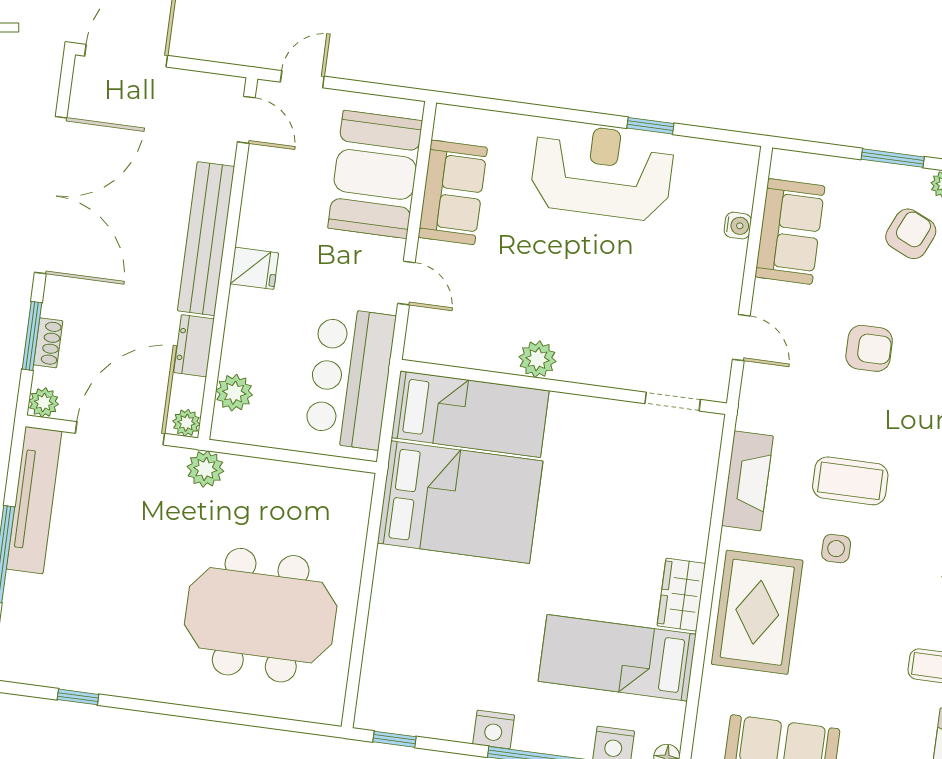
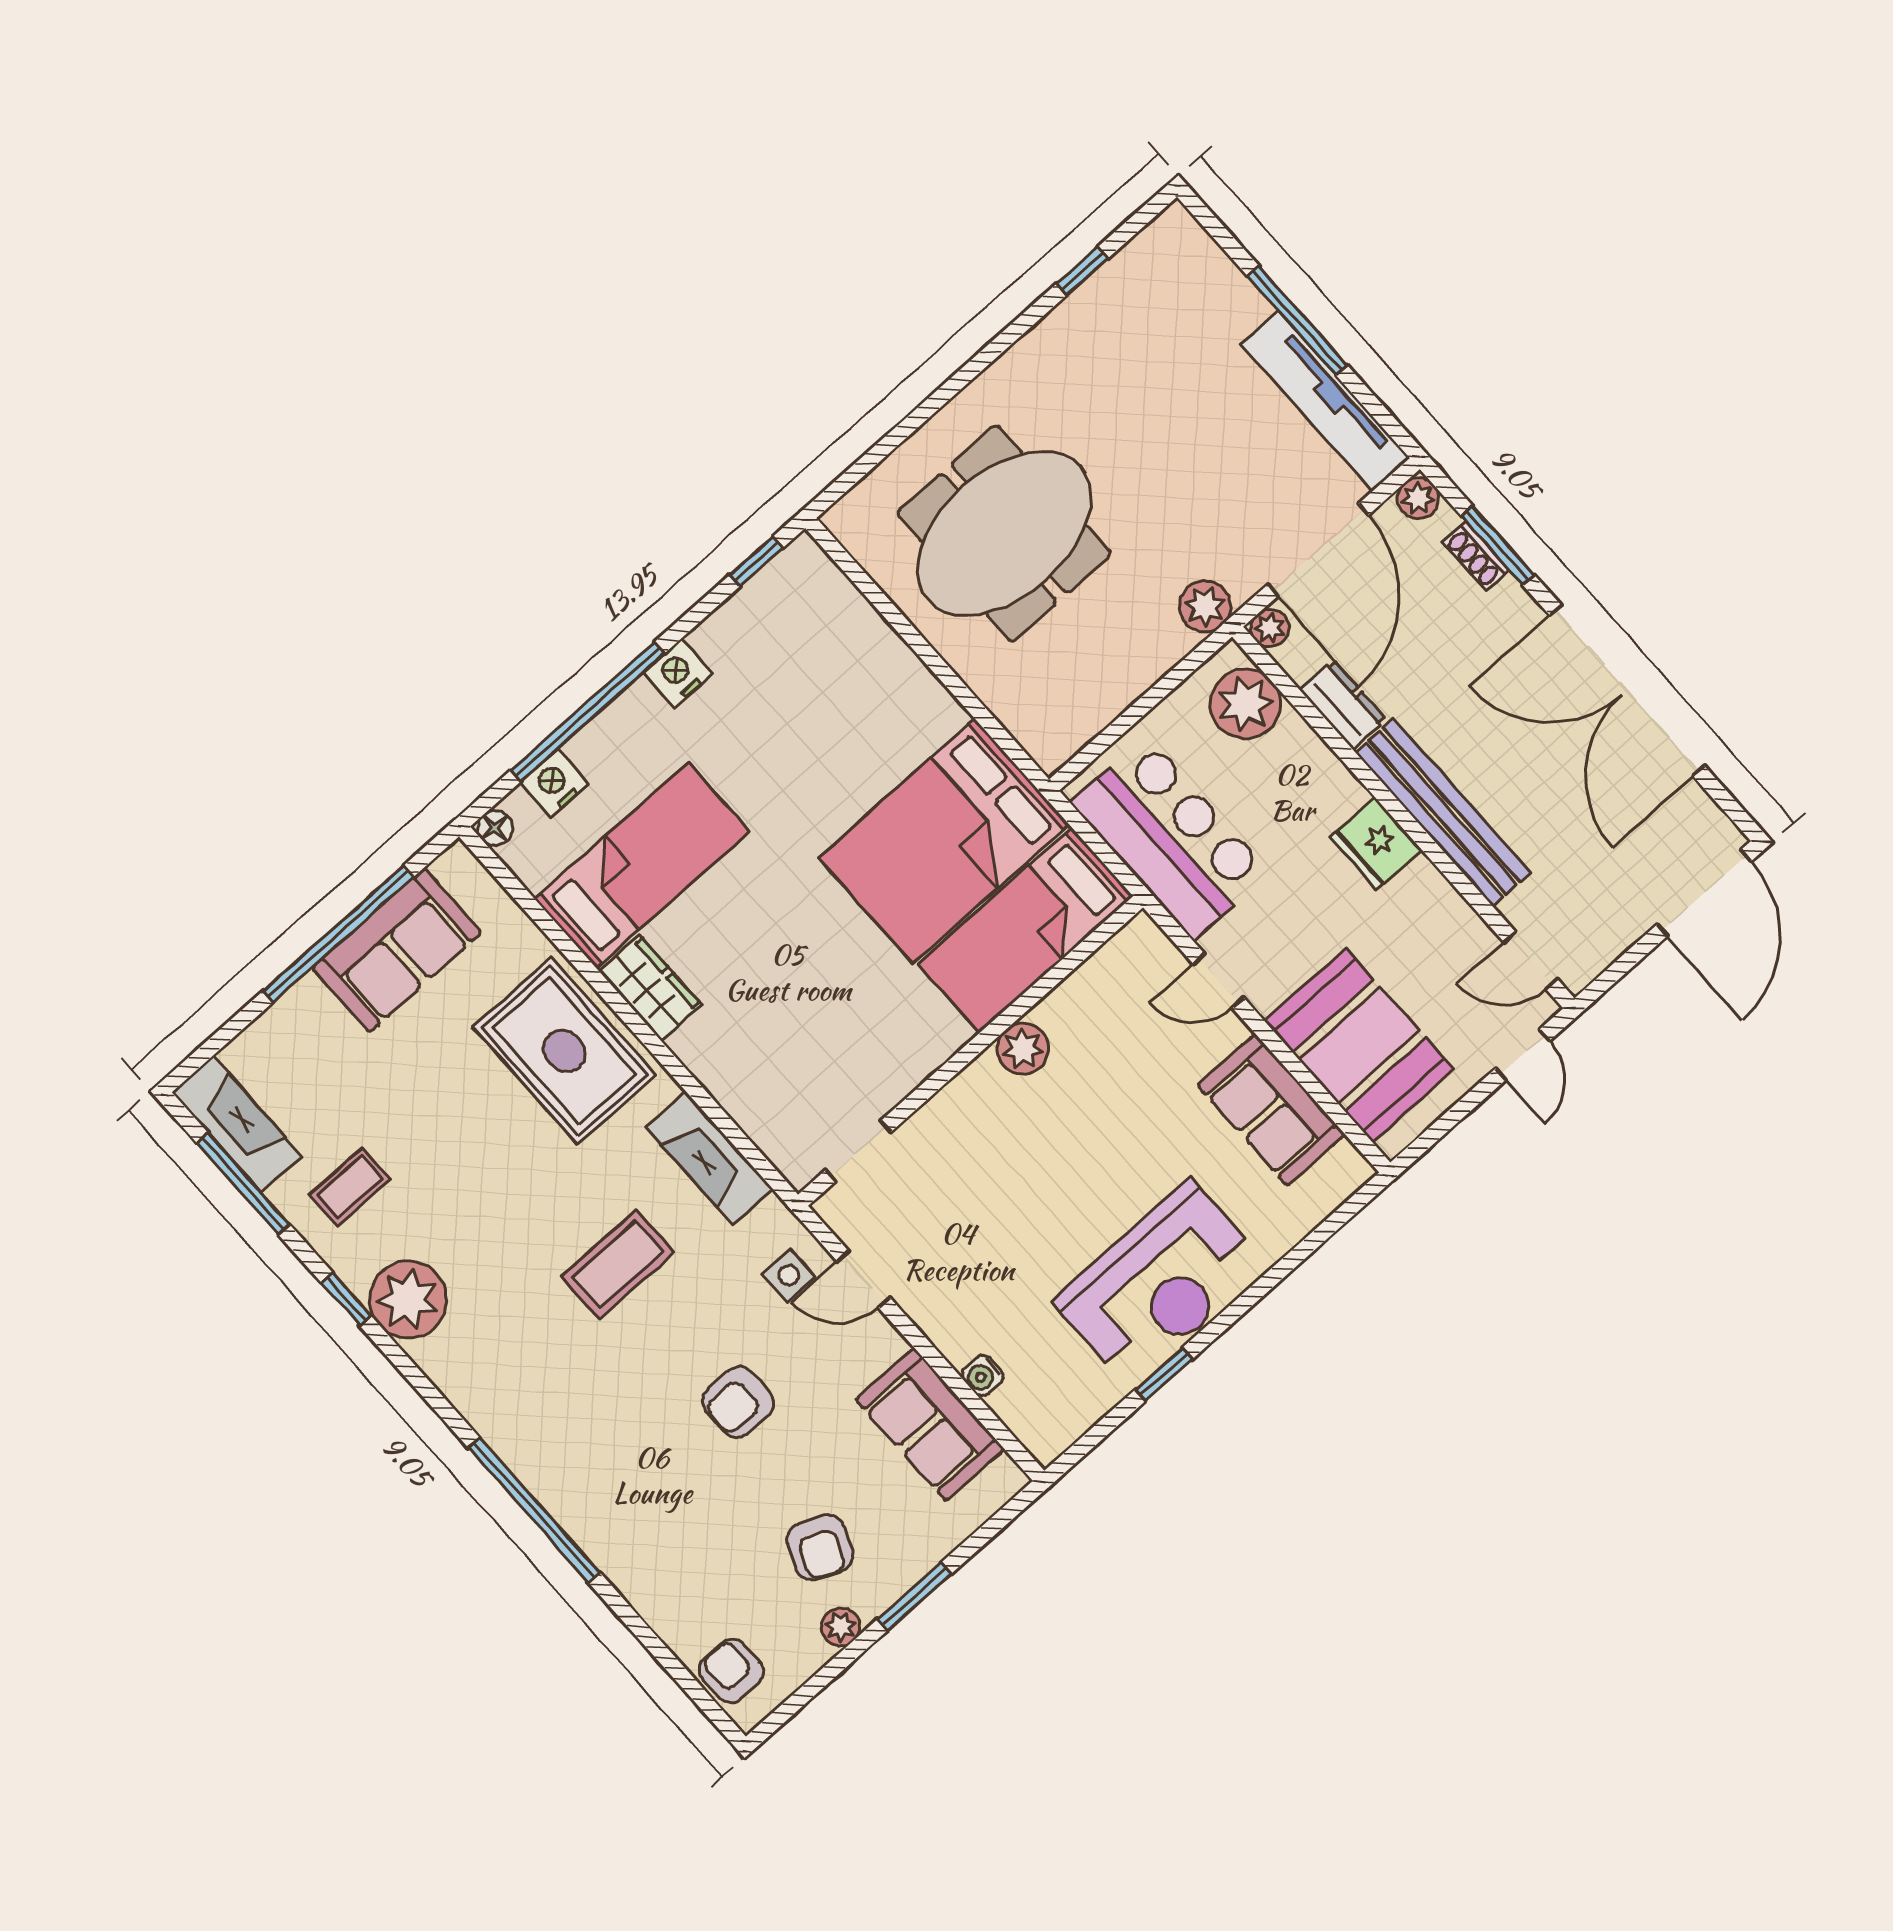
fridge: (254, 268) -> (1376, 843), width x1.38
plant: (234, 393) -> (1245, 704), width x1.36, depth x1.36
side table: (836, 549) -> (789, 1275), moved

